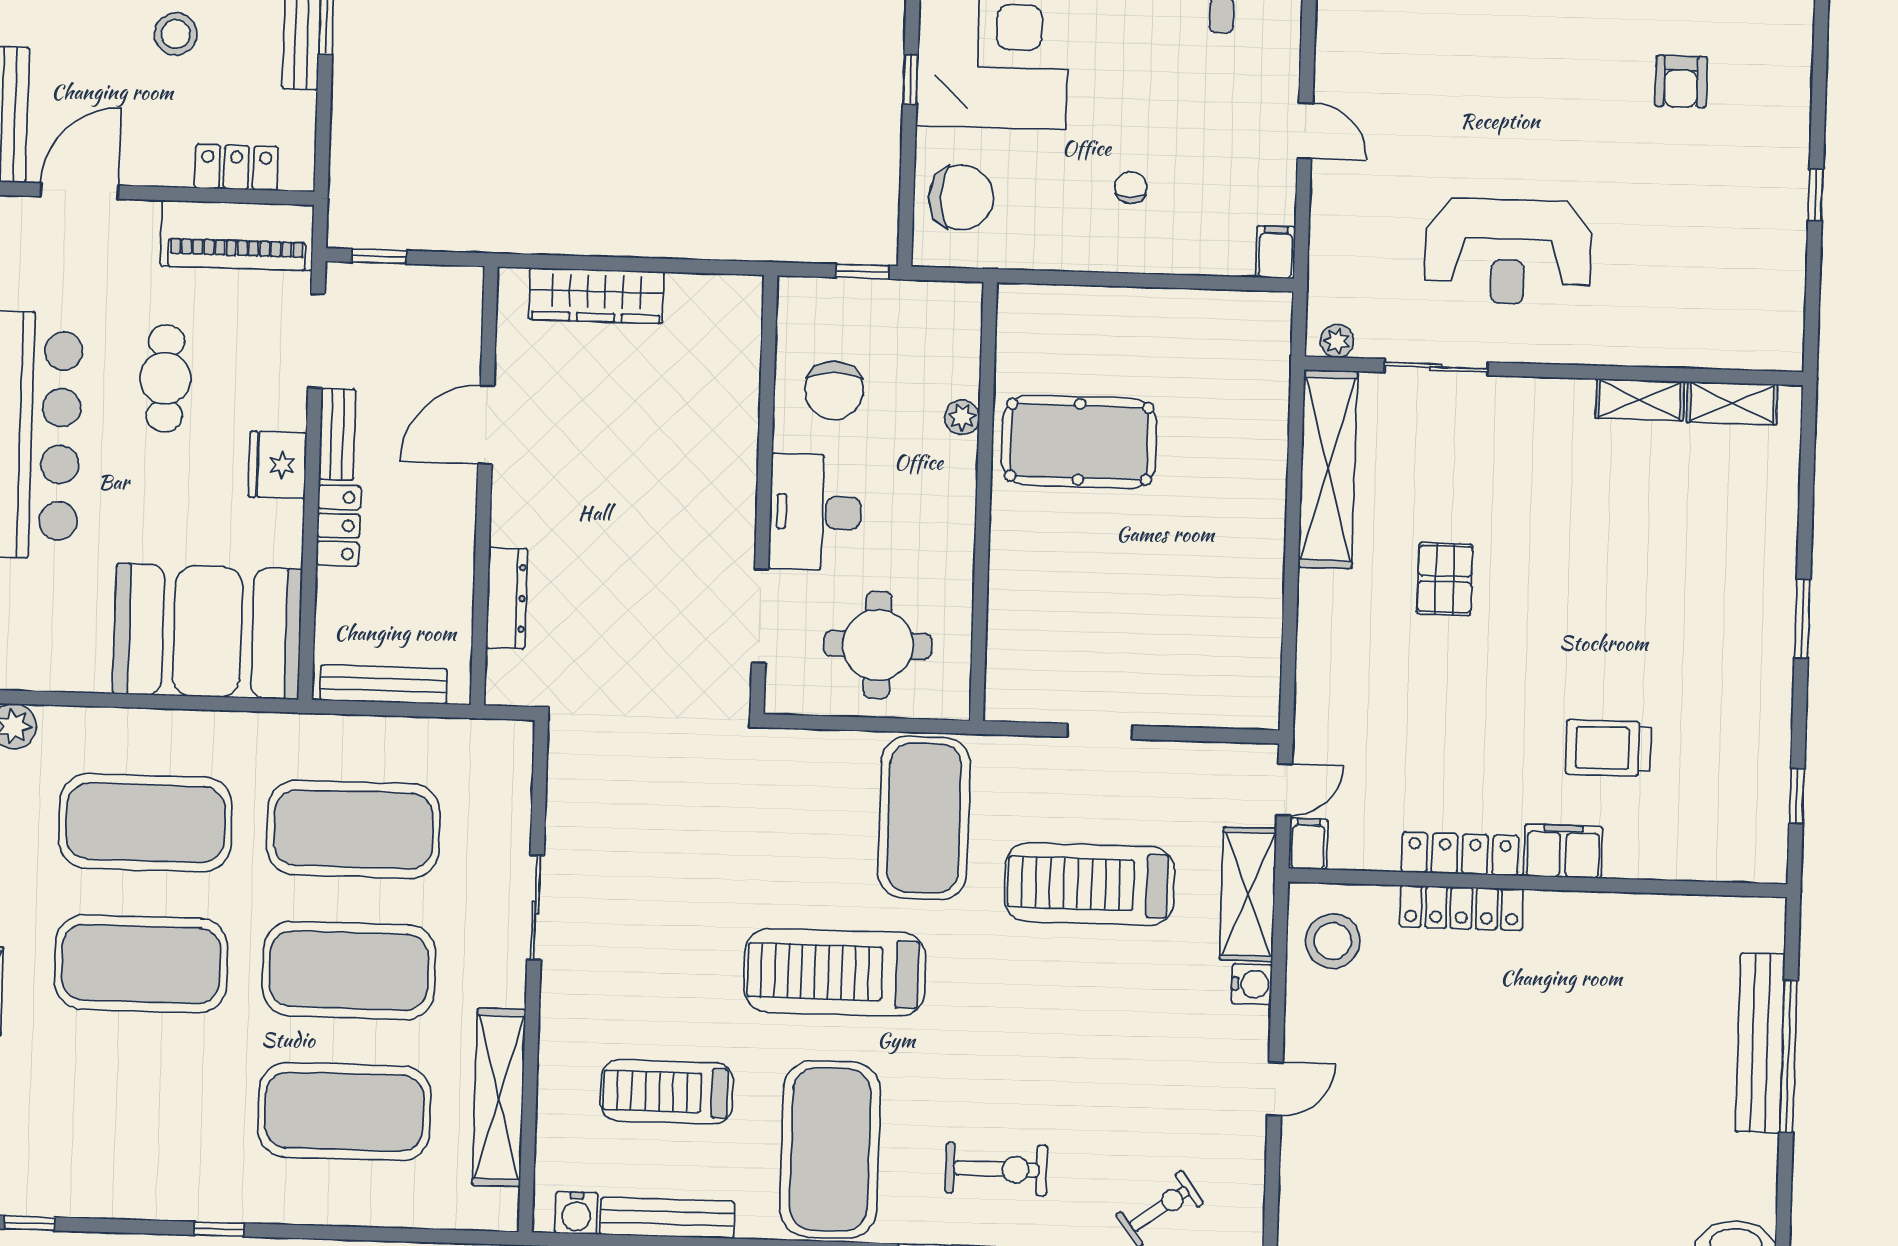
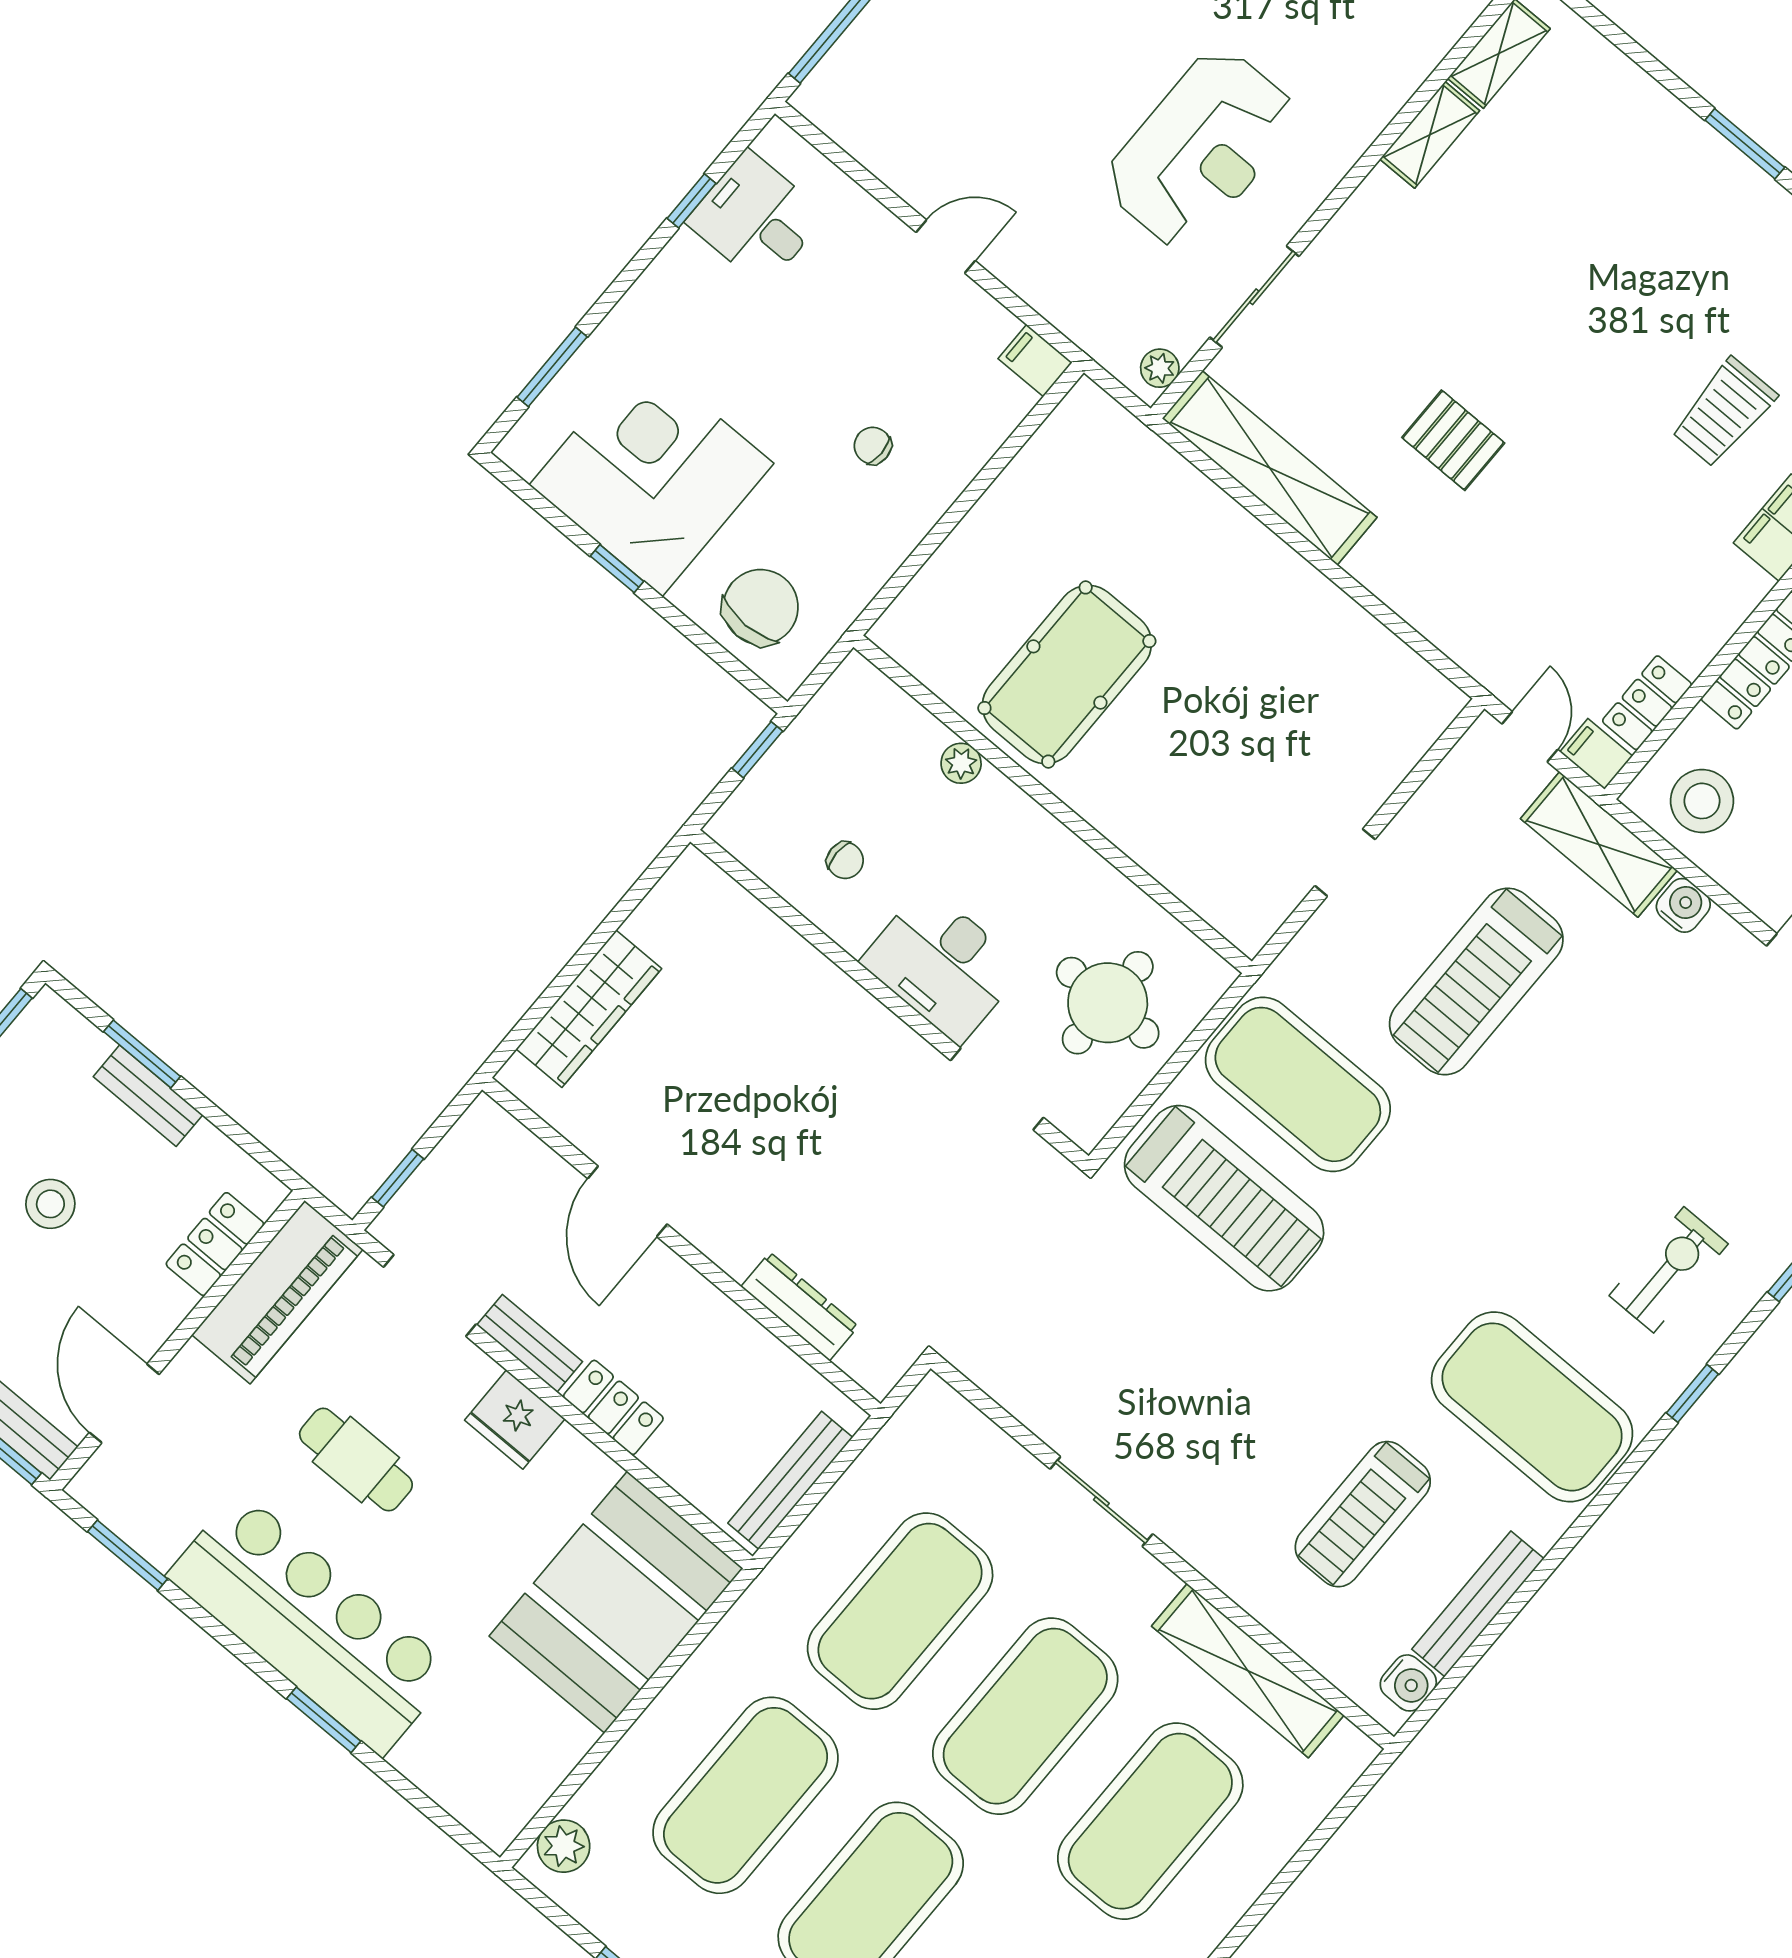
chair: (834, 390) -> (845, 860), width x0.54, depth x0.54
locker: (1460, 854) -> (1647, 703), moved, width x0.66
treadmill: (835, 972) -> (1224, 1198), moved, turned -90

